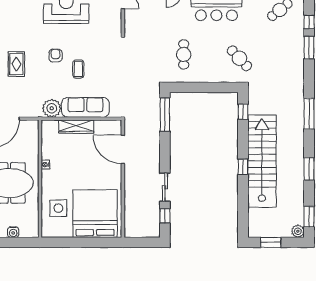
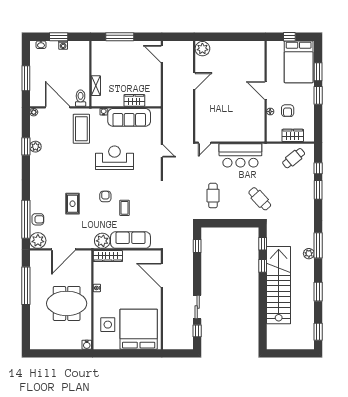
window: (165, 114) -> (197, 246), width x0.46
wardrobe: (76, 127) -> (108, 256), moved
window: (243, 167) -> (263, 266), moved
plant: (298, 231) -> (309, 254), moved
water cooler: (13, 232) -> (87, 345), moved
window: (271, 242) -> (286, 353), removed

